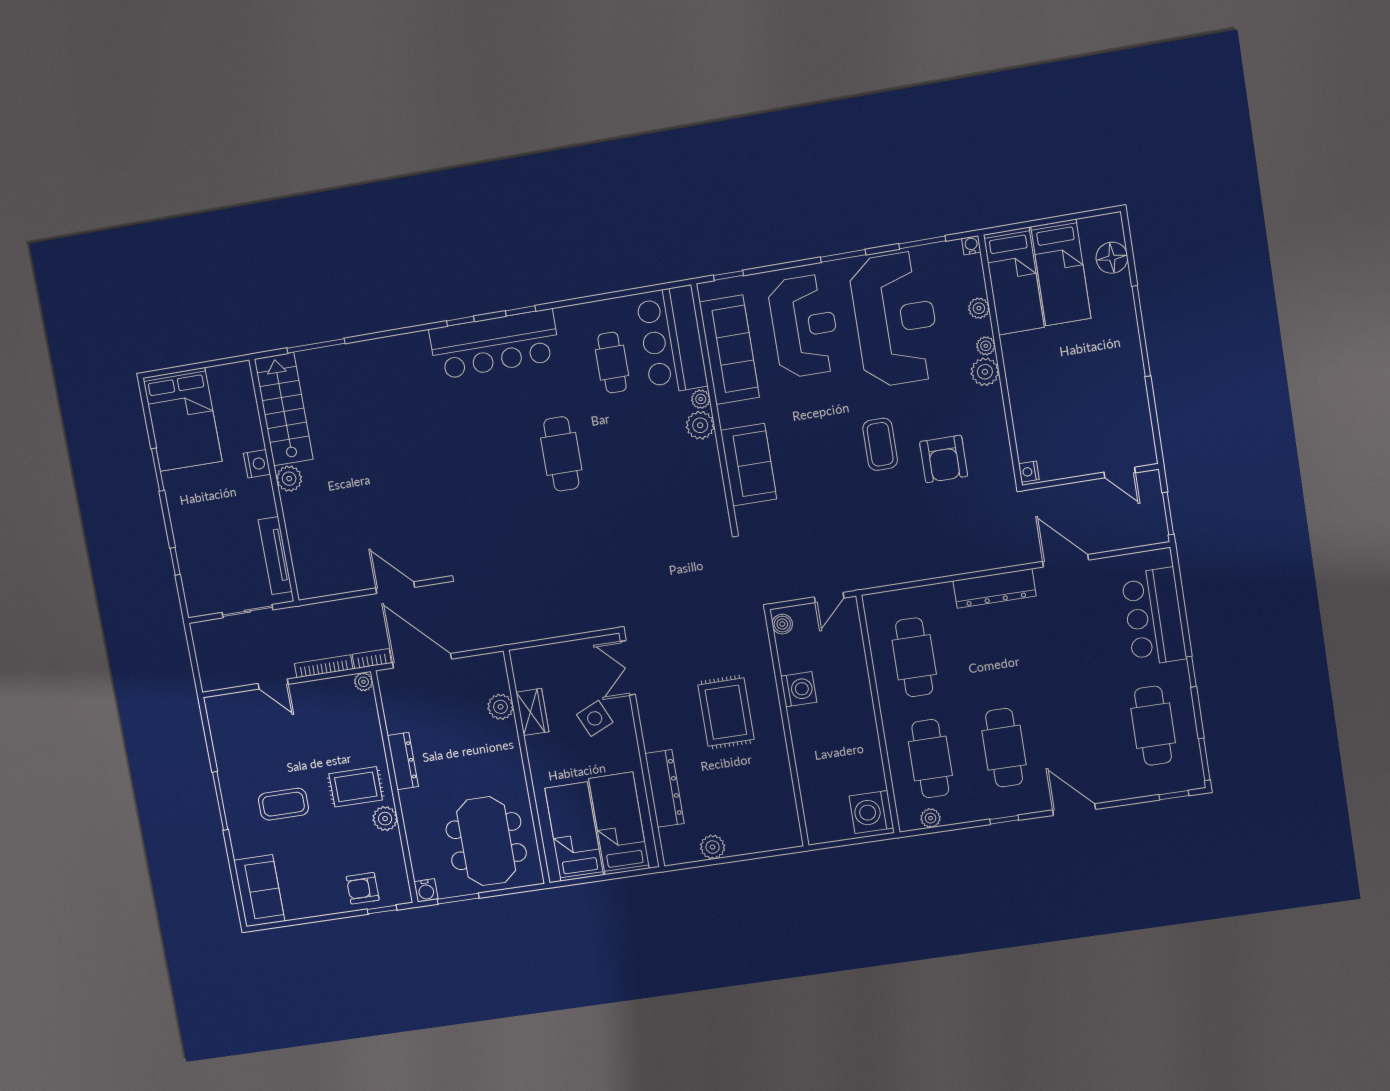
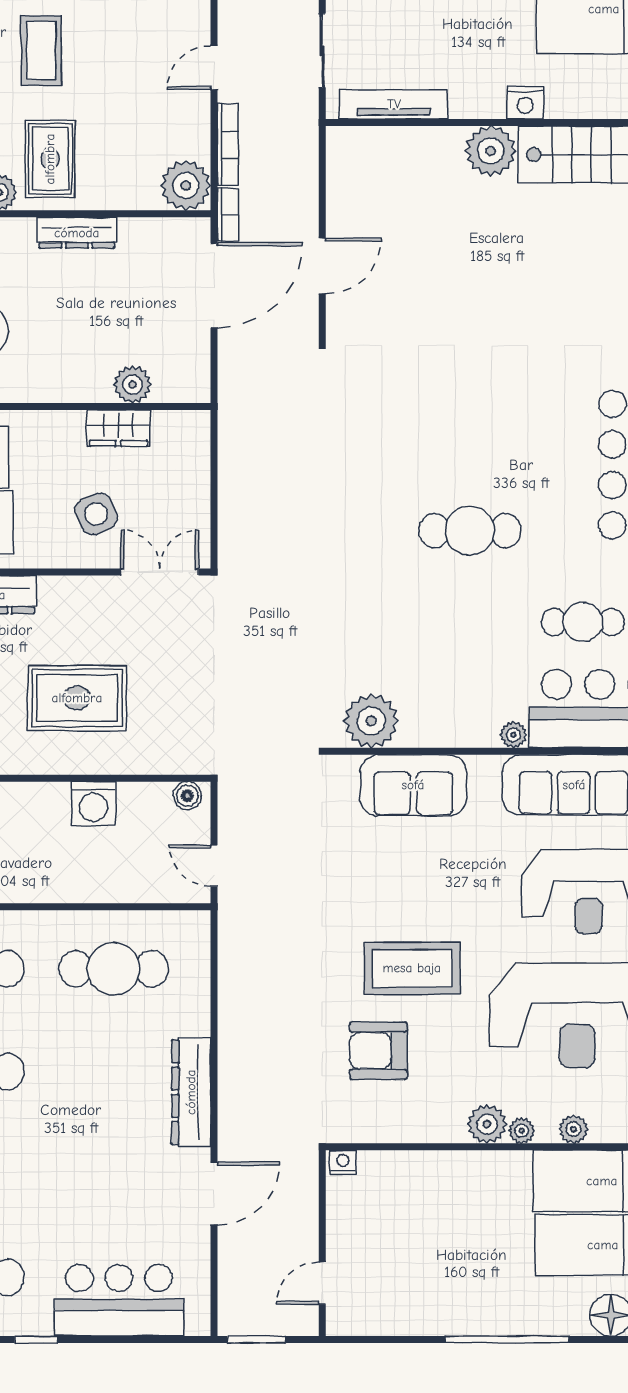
plant: (700, 425) -> (371, 721), moved, width x1.36, depth x1.36
coffee table: (880, 444) -> (412, 968), width x1.36, depth x1.32
plant: (289, 479) -> (491, 151), width x1.36, depth x1.36
plant: (363, 682) -> (186, 185), width x1.88, depth x1.88

